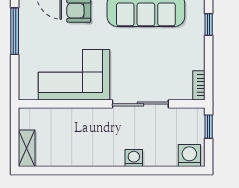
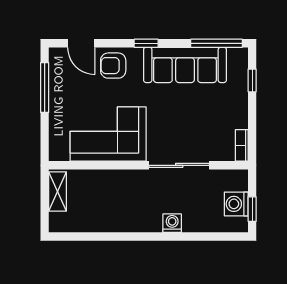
window: (209, 127) -> (252, 209), moved
shelving: (27, 148) -> (58, 192), moved
washing machine: (189, 156) -> (236, 204), moved, turned -90

